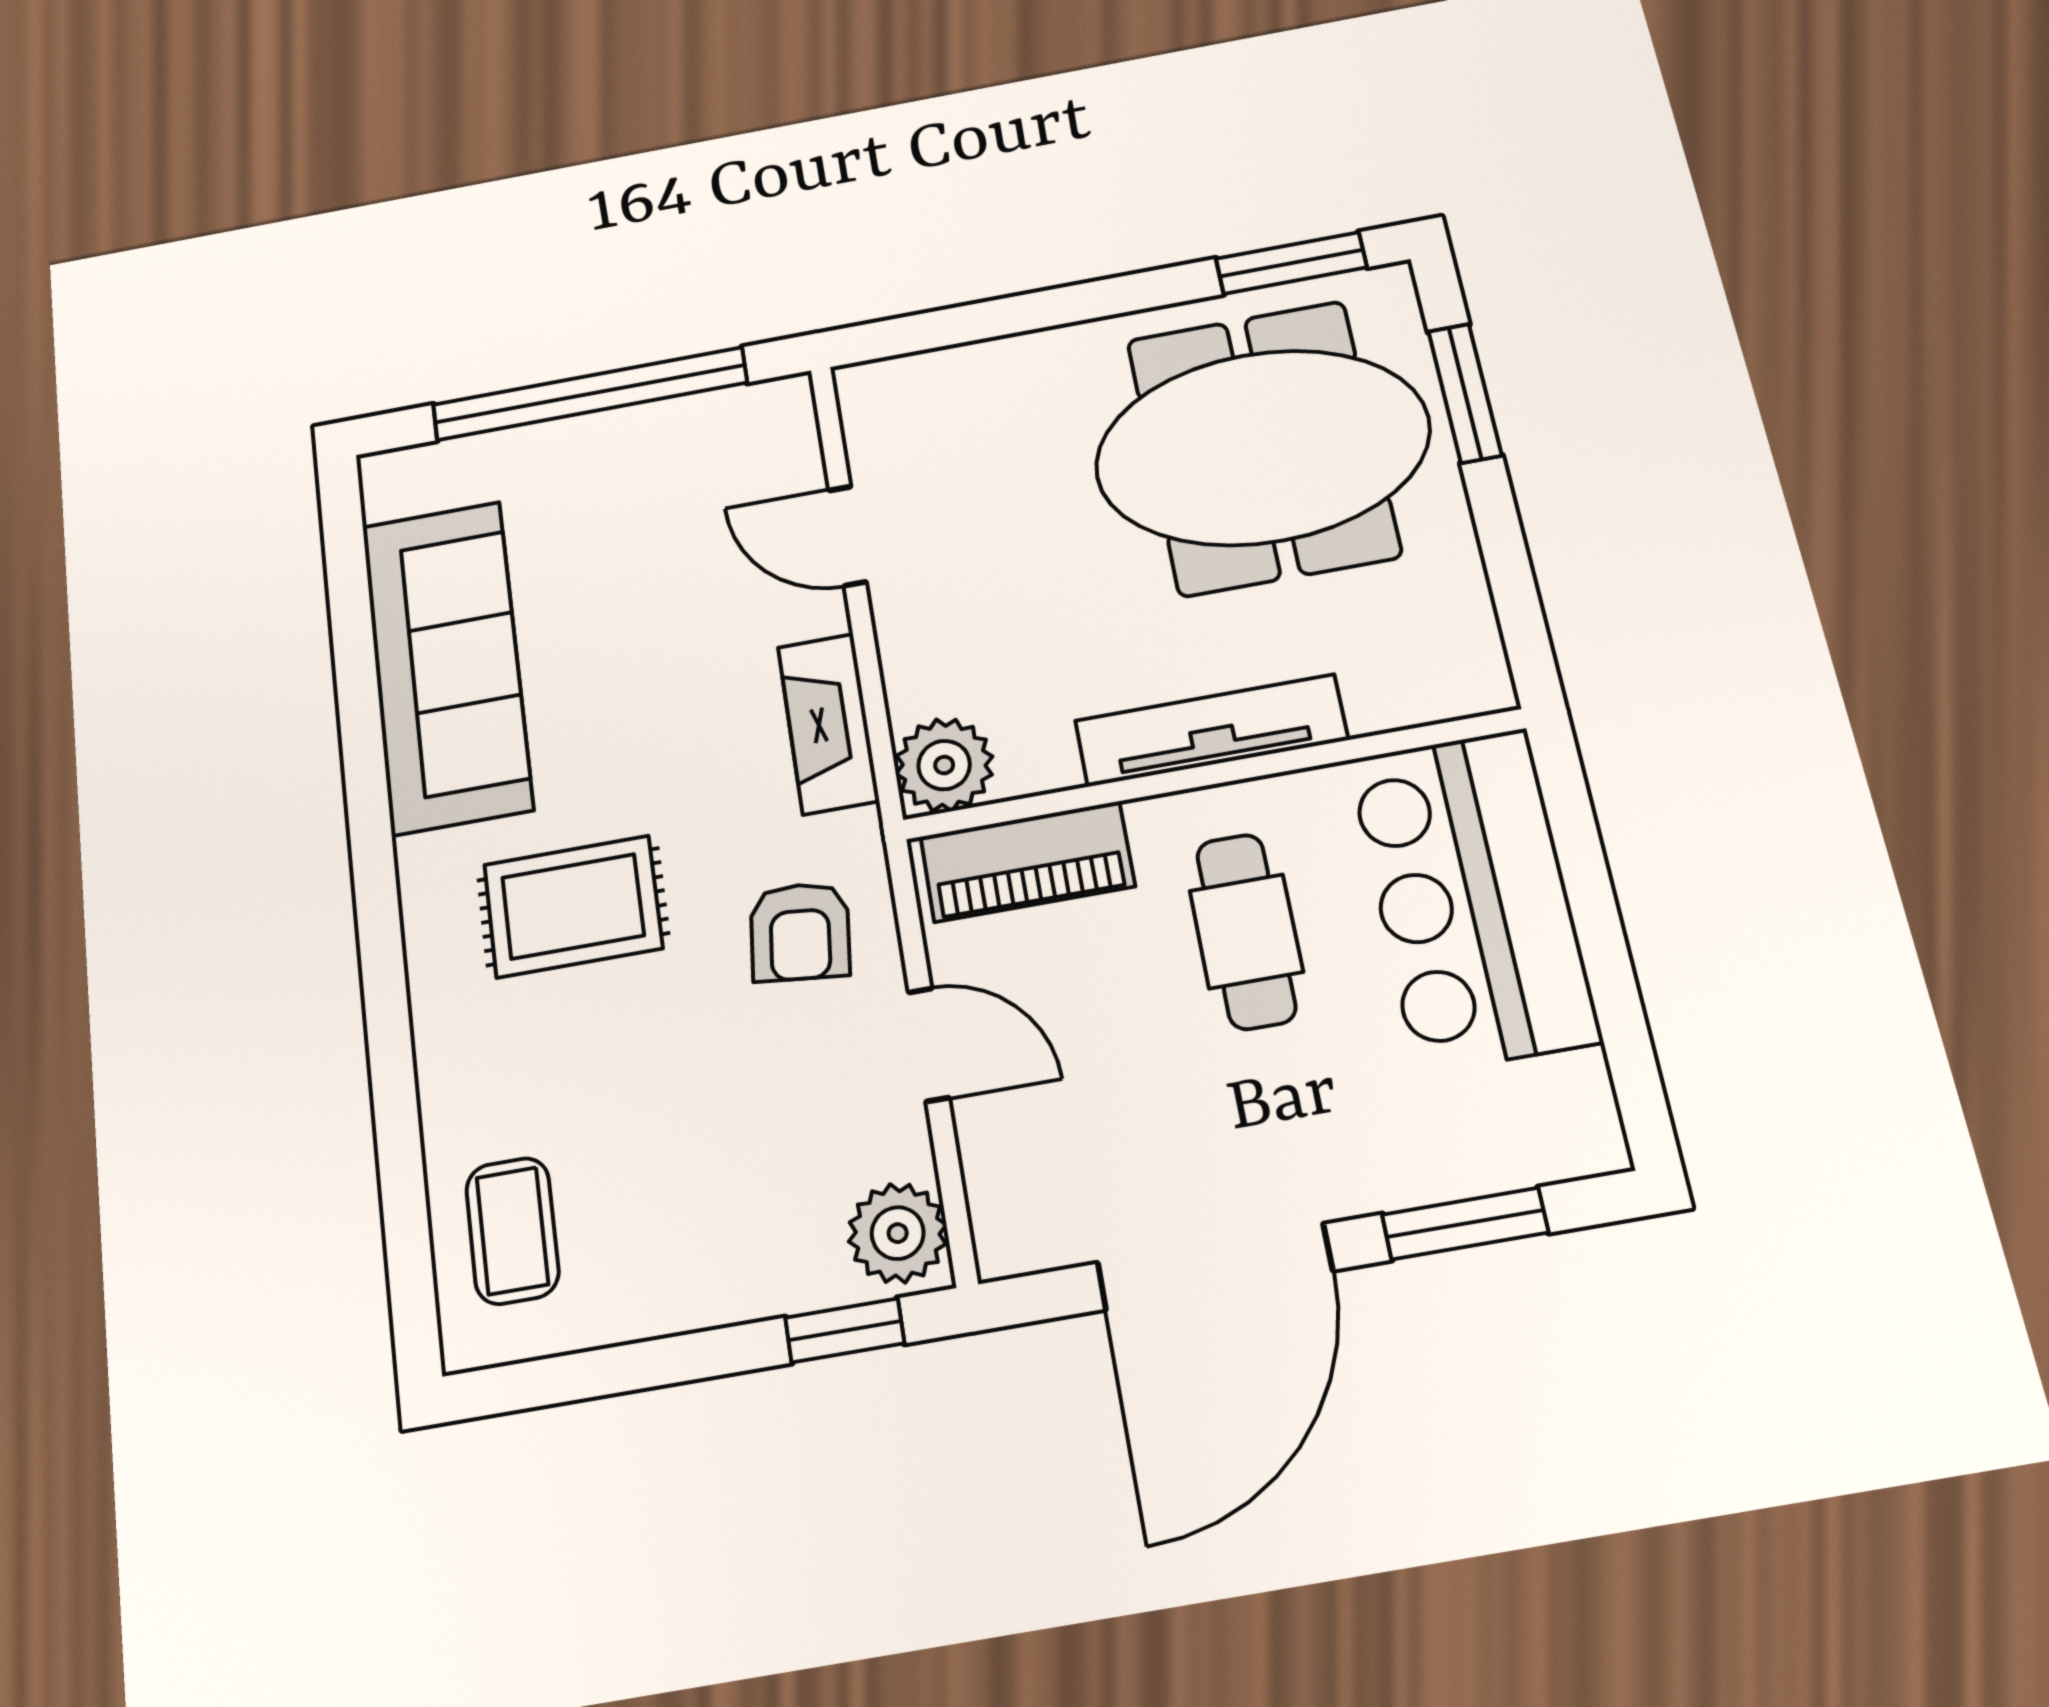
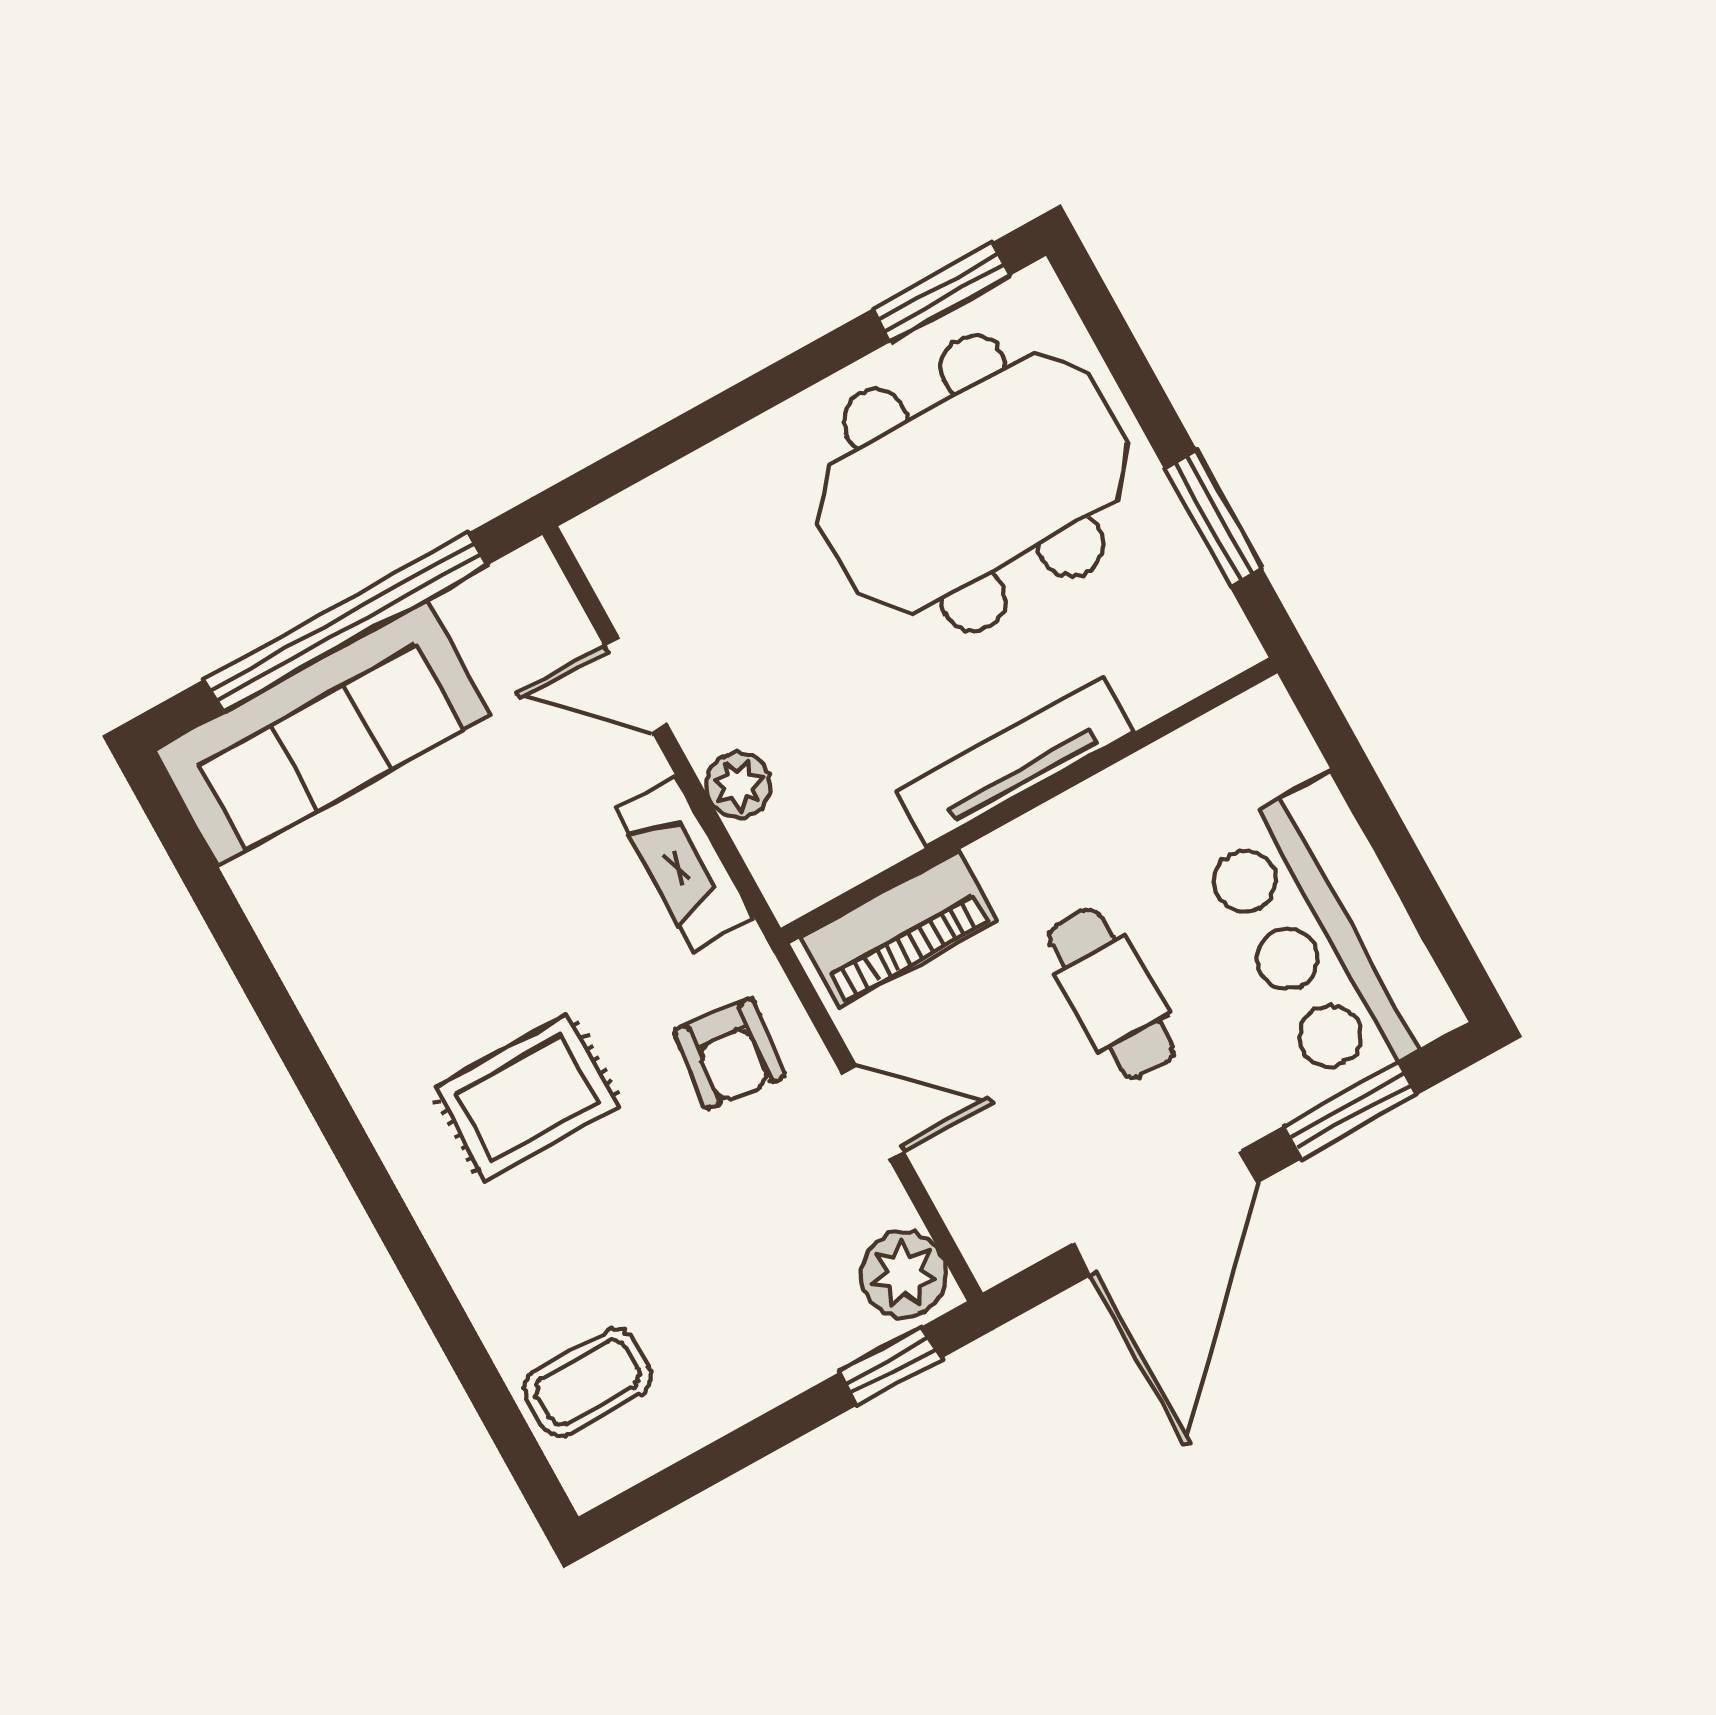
window: (1465, 393) -> (1213, 519), moved
sofa: (446, 666) -> (322, 733), moved, turned 90
plant: (944, 765) -> (738, 785), moved, width x0.73, depth x0.73
bar counter: (1473, 898) -> (1331, 935), moved
cafe table: (1246, 931) -> (1112, 993), moved
coffee table: (512, 1231) -> (588, 1382), turned 90

